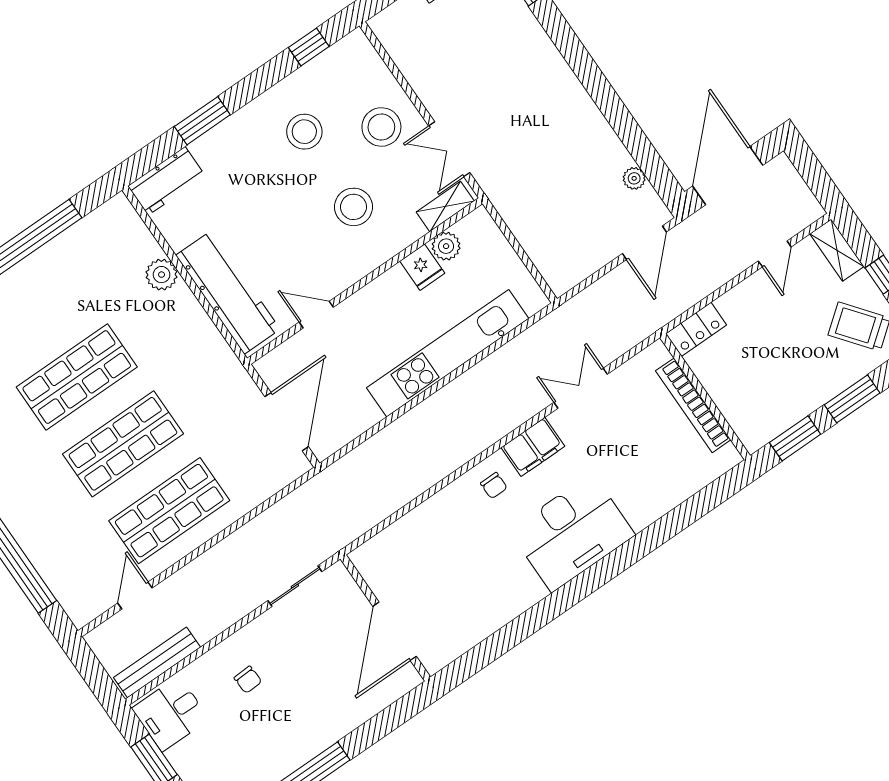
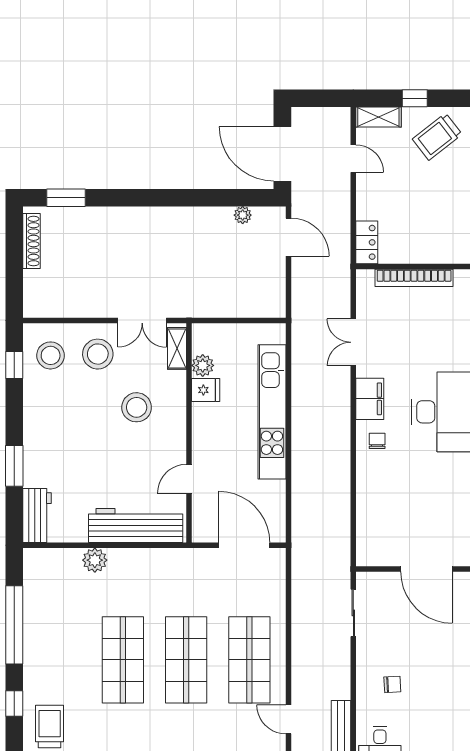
stool: (304, 132) -> (51, 355), moved
chair: (494, 486) -> (377, 441), turned -90

